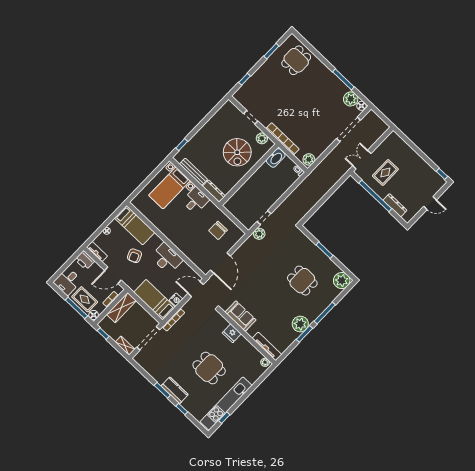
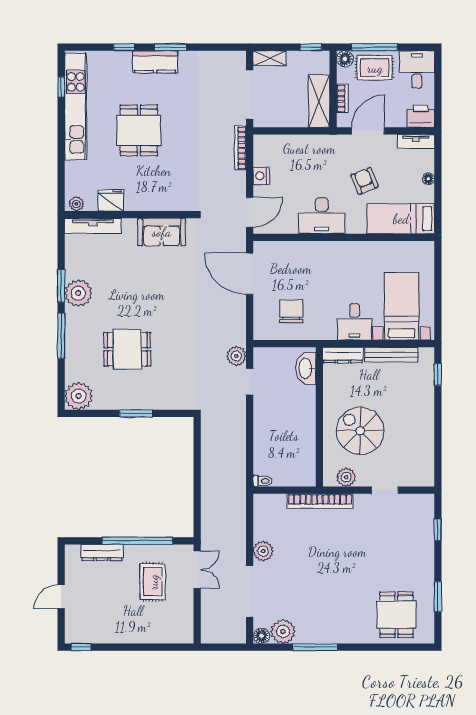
washbasin: (276, 158) -> (306, 368), moved
plant: (309, 159) -> (263, 551), moved
bed: (154, 300) -> (288, 150), removed
fridge: (232, 333) -> (111, 200), moved
dining table: (209, 368) -> (139, 130), turned 90

